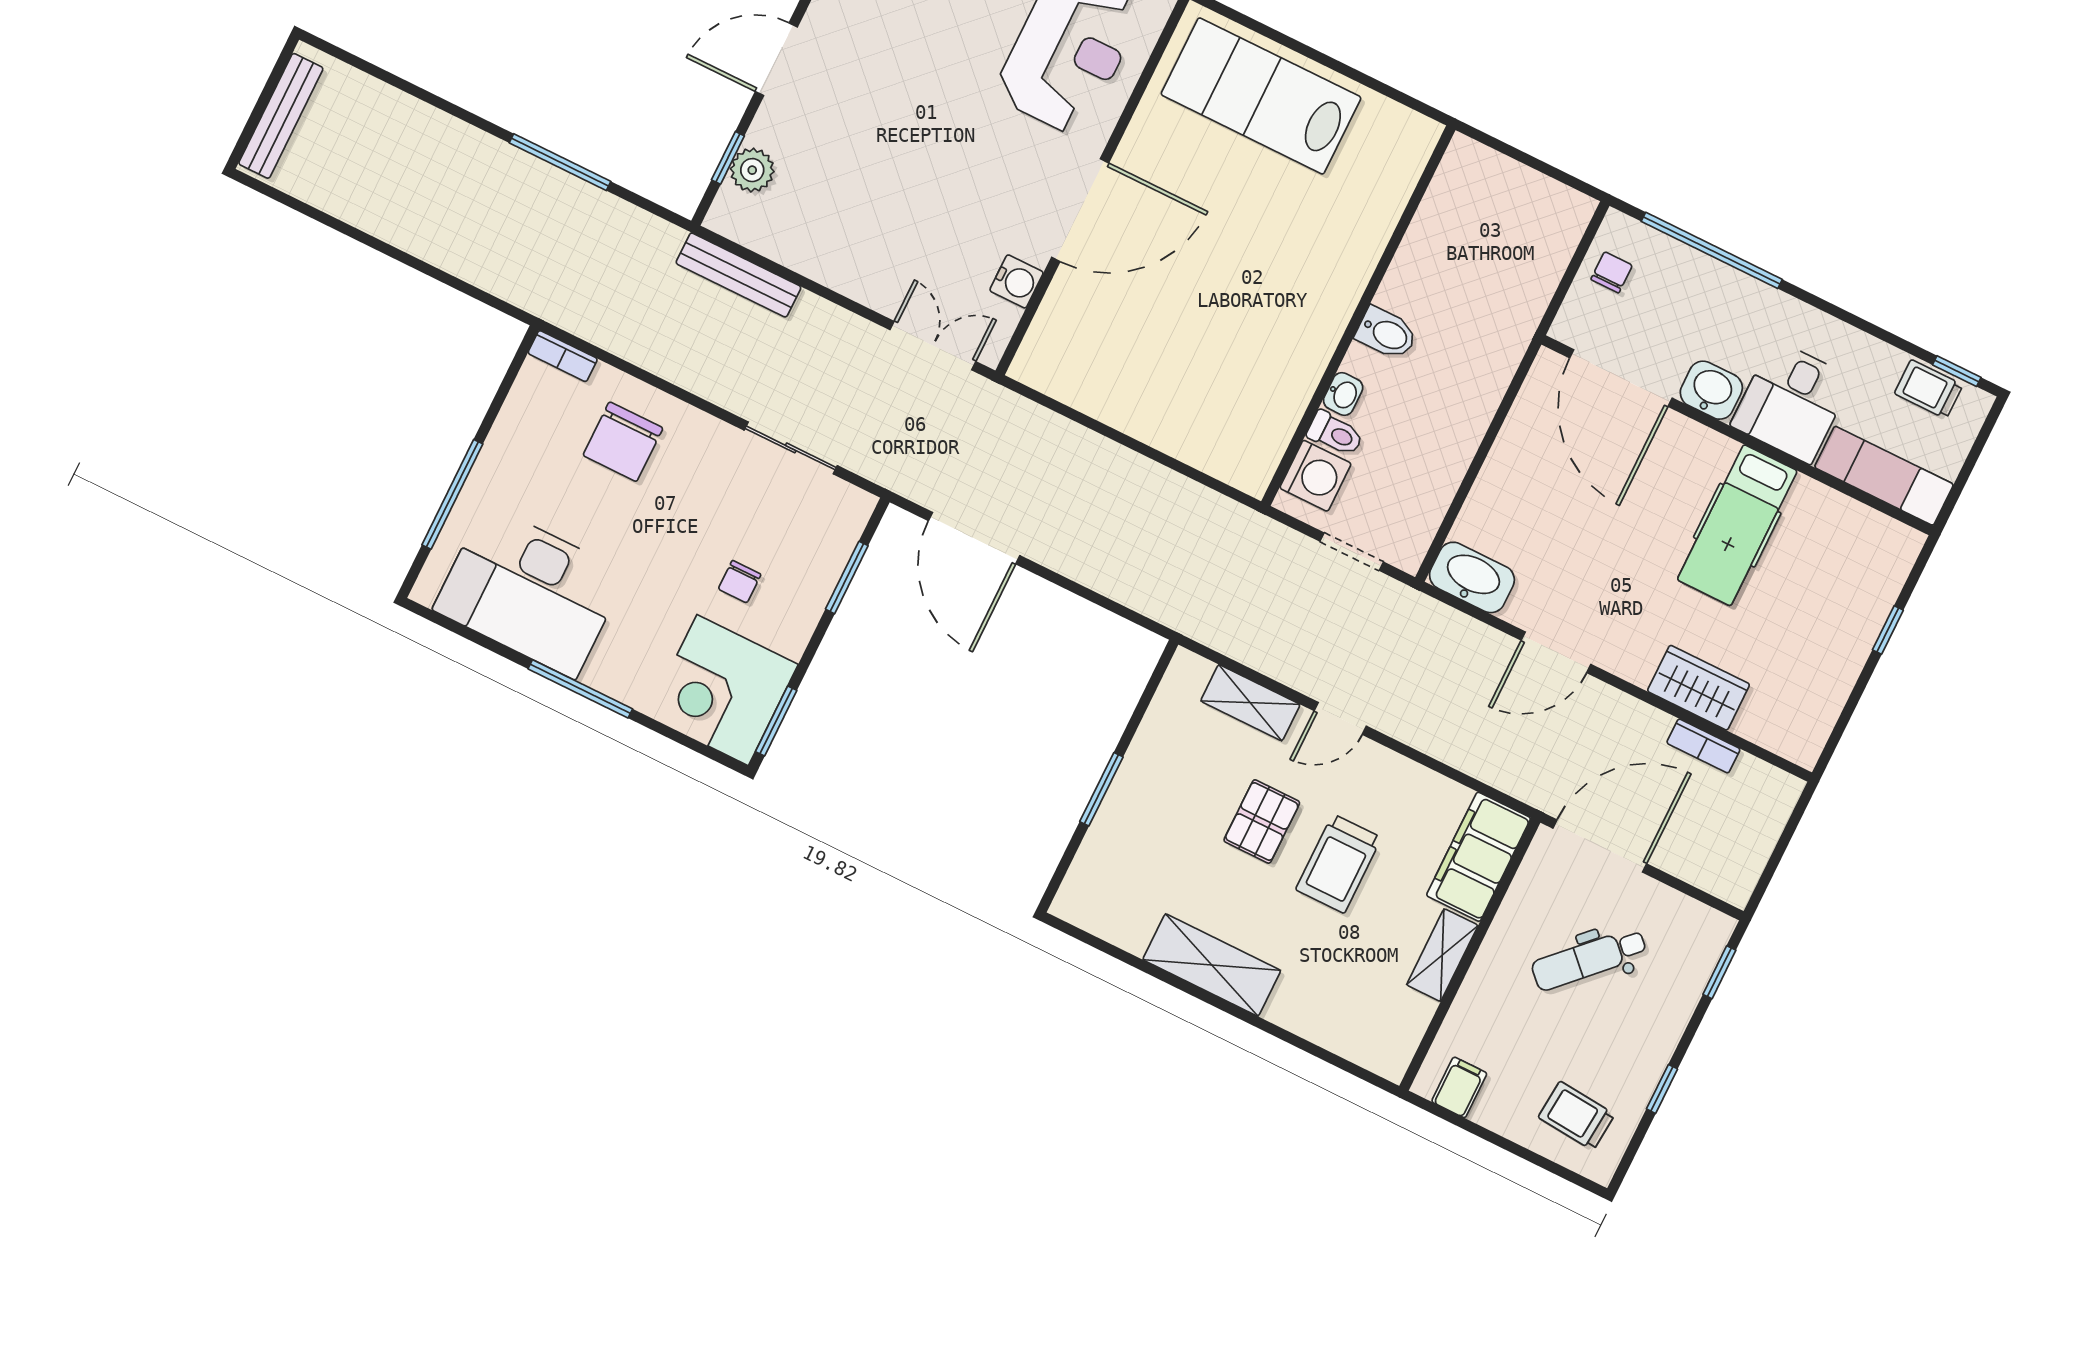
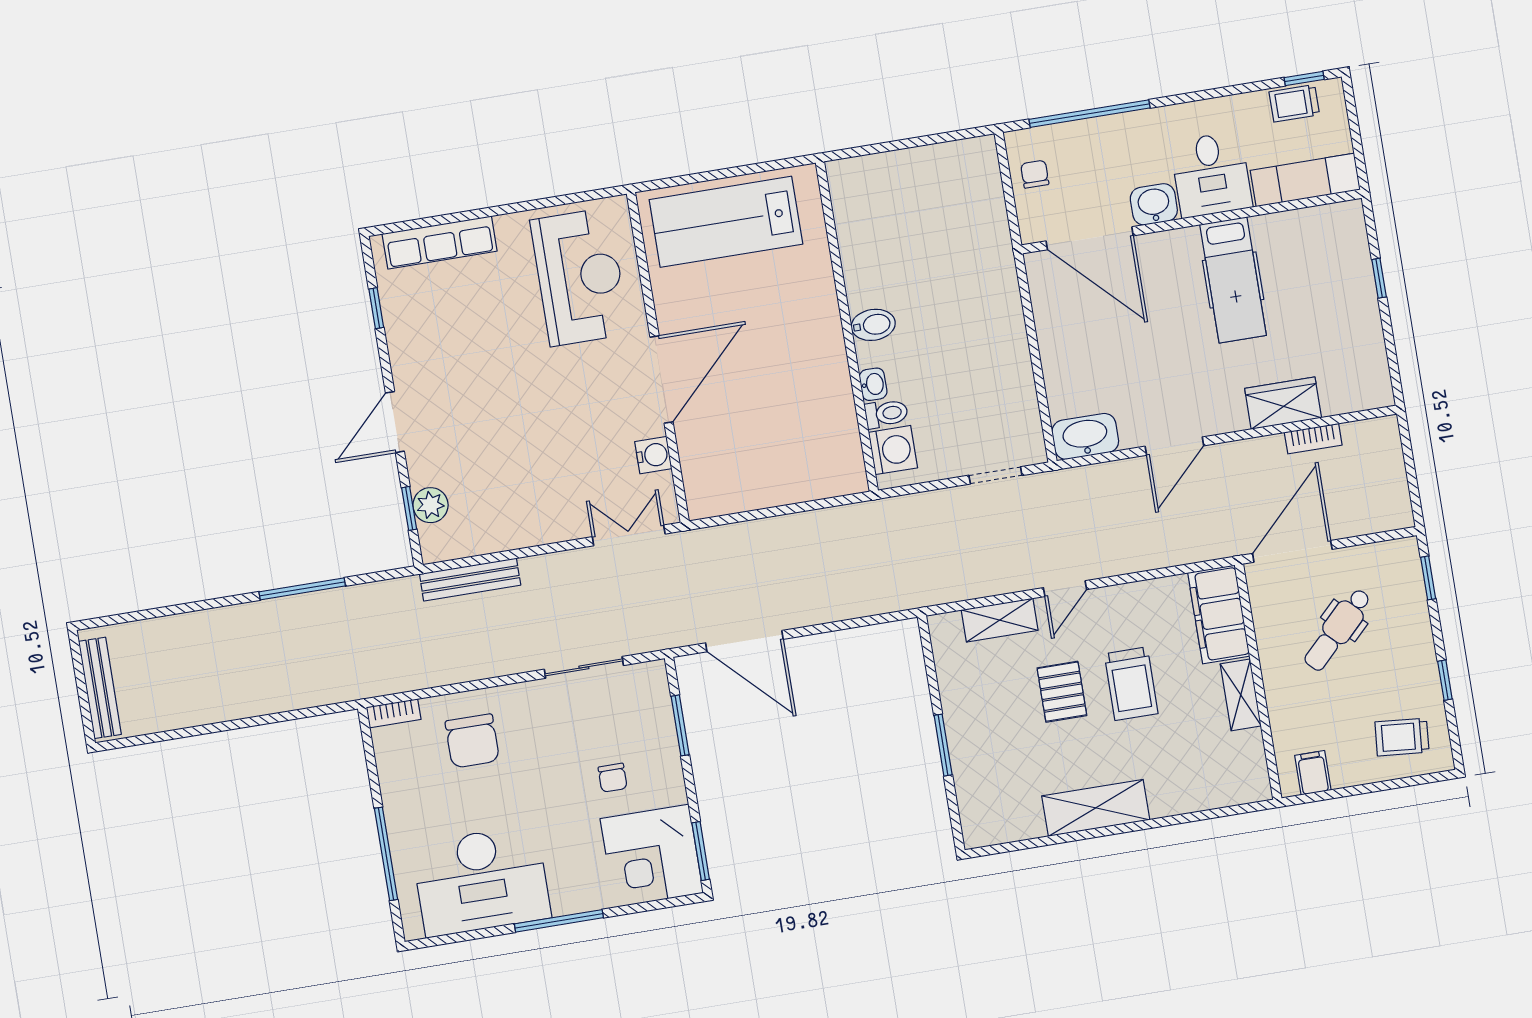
wall: (1358, 316) -> (847, 327), moved
bidet: (1386, 333) -> (873, 325), moved
washbasin: (1343, 394) -> (873, 384), moved
toilet: (1335, 434) -> (886, 414), moved
washing machine: (1315, 476) -> (893, 450), moved

